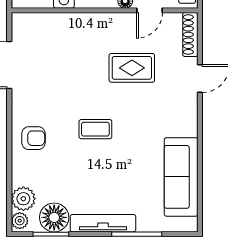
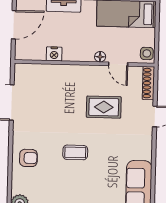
door: (149, 10) -> (118, 64), hinge flipped

